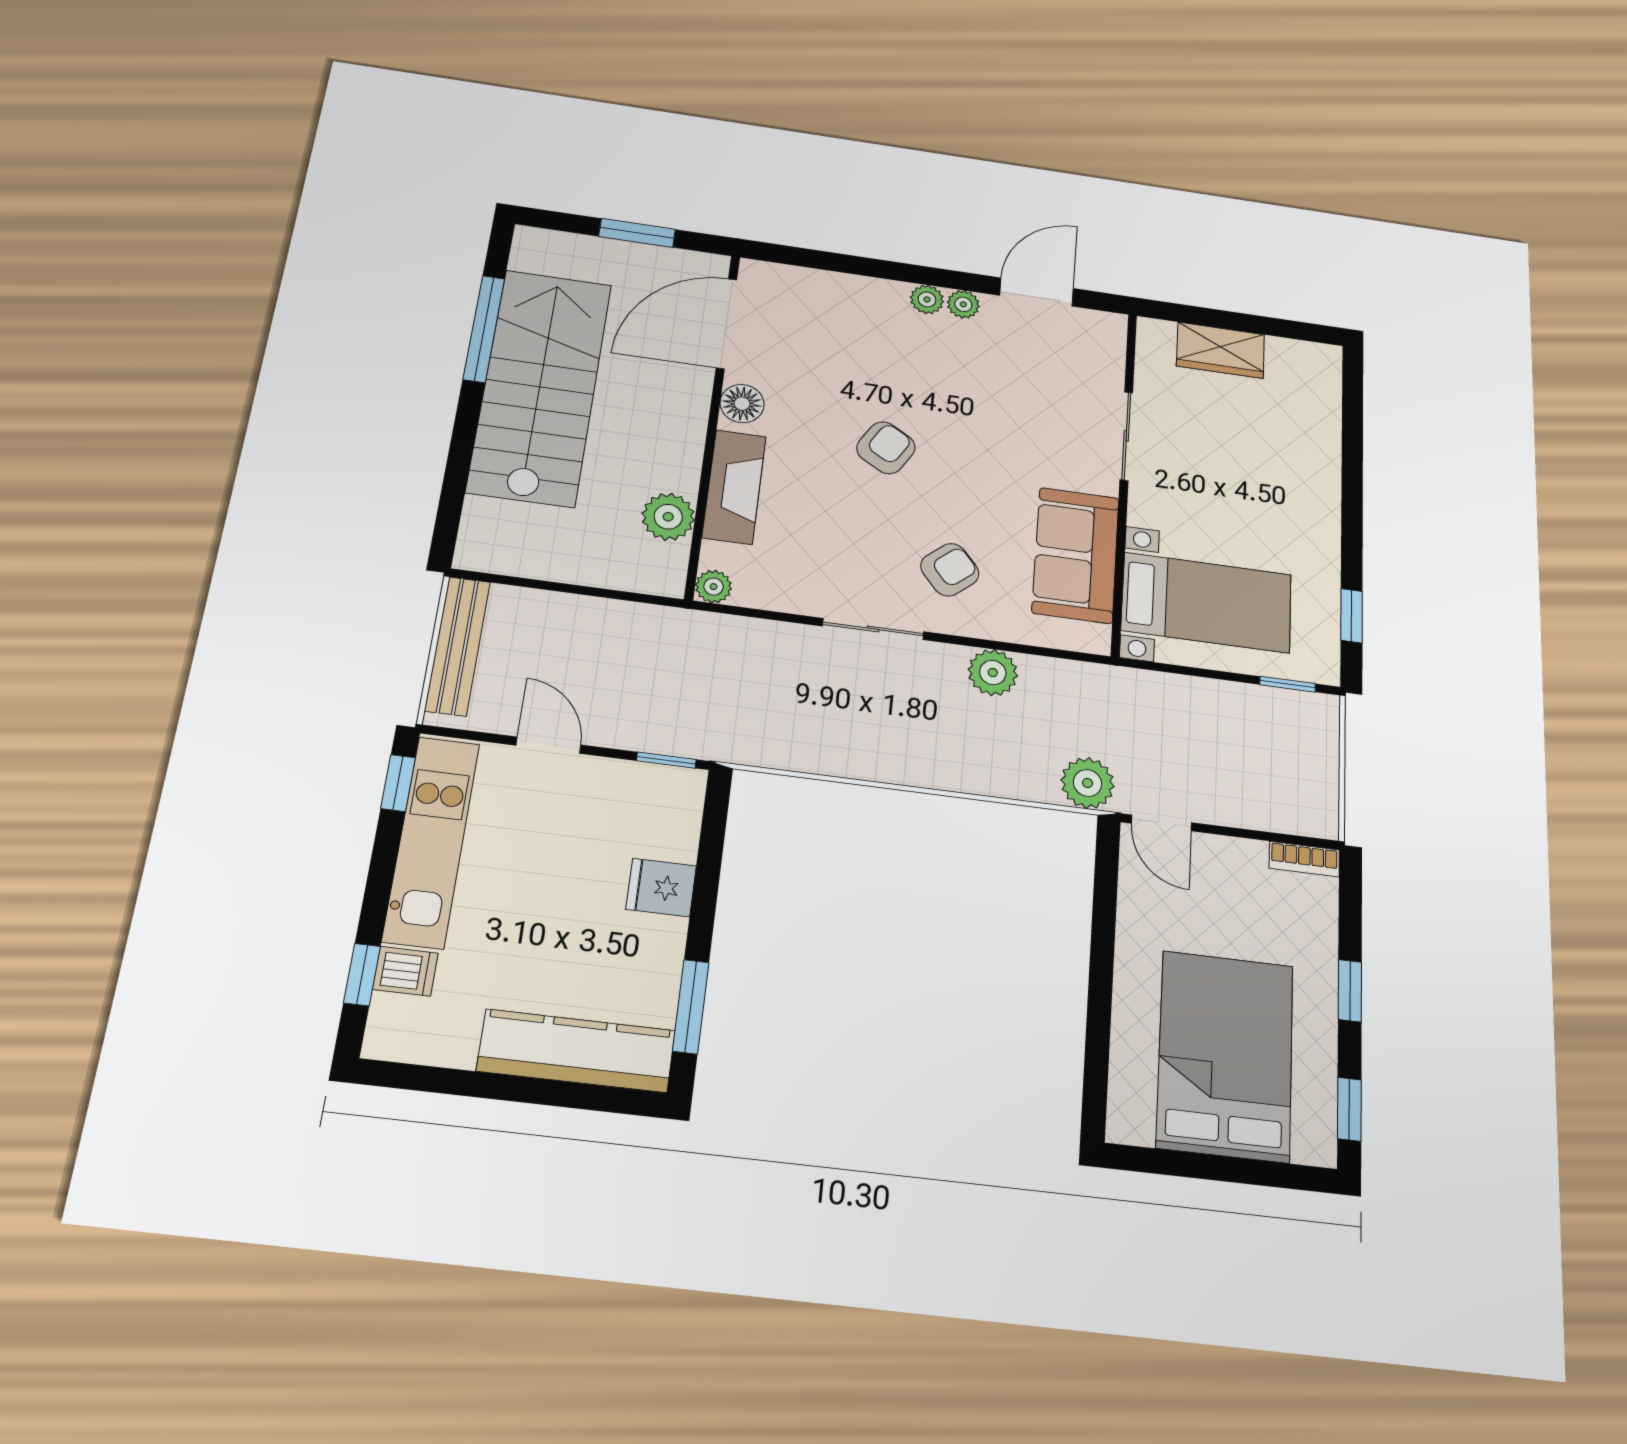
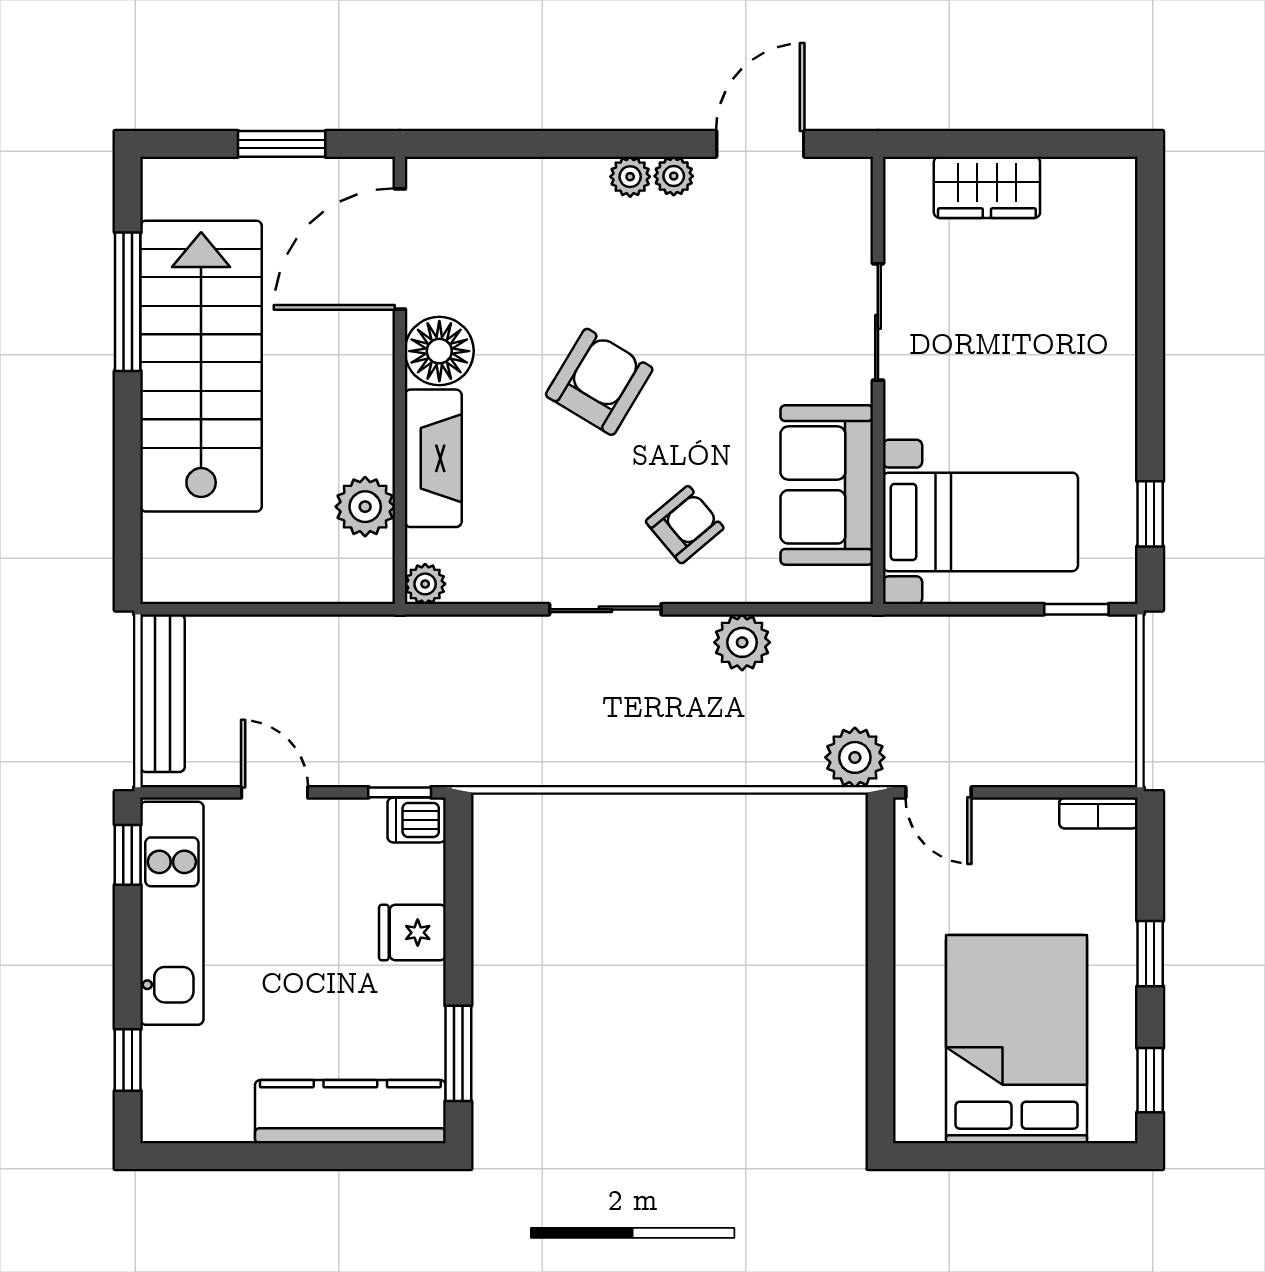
floor lamp: (742, 404) -> (439, 351), width x1.38, depth x1.38
armchair: (886, 448) -> (599, 382), width x1.38, depth x1.38
dishwasher: (405, 971) -> (417, 820), moved, turned 180

